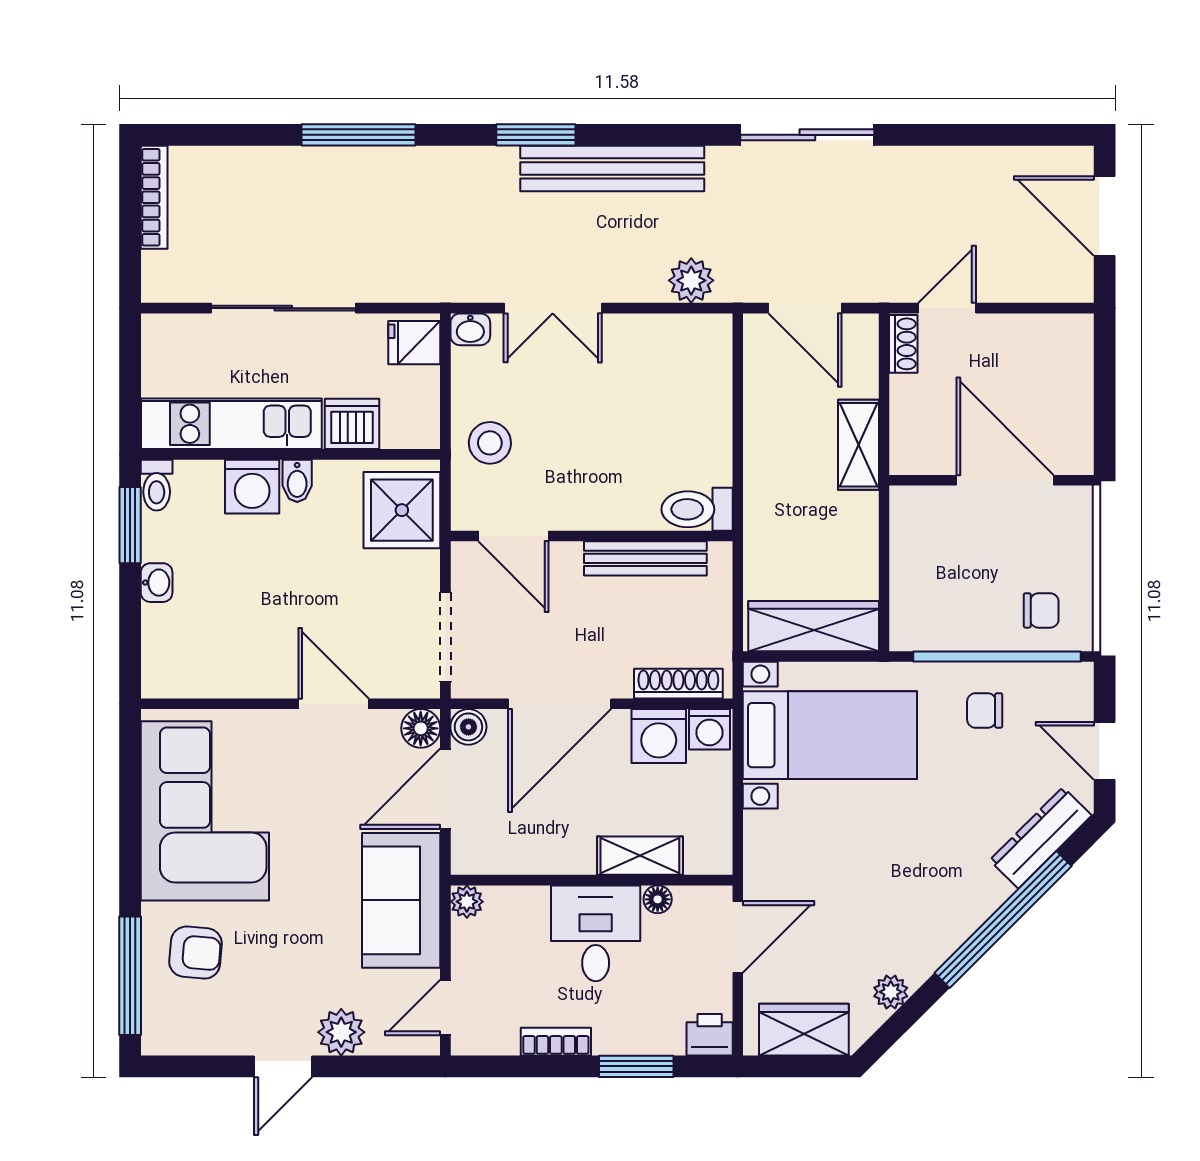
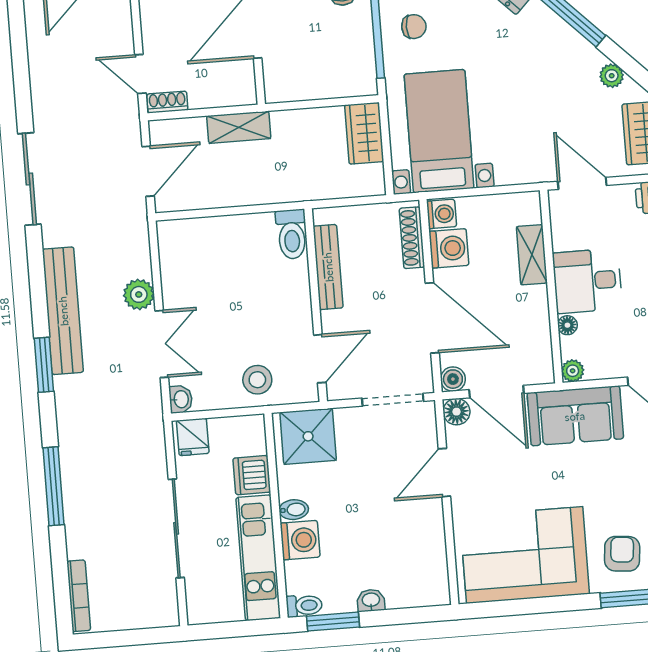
bookcase: (154, 197) -> (79, 596), moved, turned 90
plant: (691, 280) -> (139, 294), moved
wardrobe: (814, 626) -> (364, 133), width x0.67
chair: (985, 710) -> (414, 27), turned -90
floor lamp: (658, 899) -> (567, 325), moved

